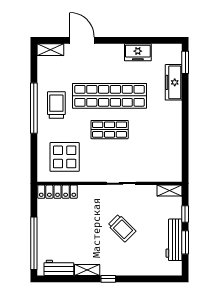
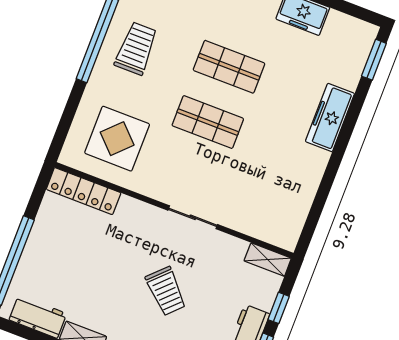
freezer: (174, 82) -> (330, 118), moved
shop shelf: (110, 96) -> (229, 67), width x0.50, depth x0.74

